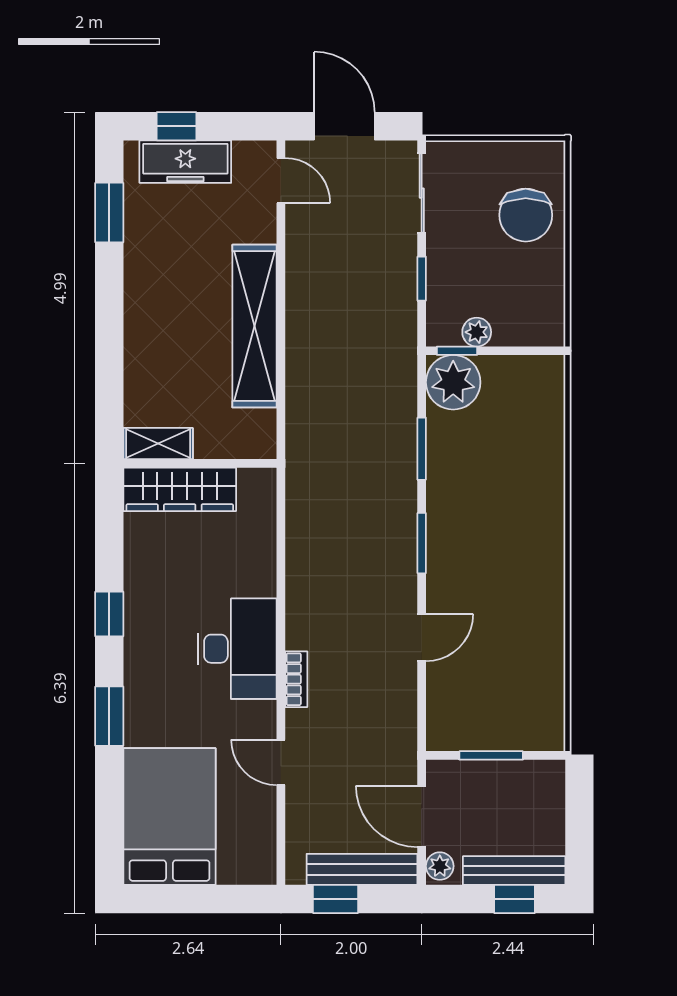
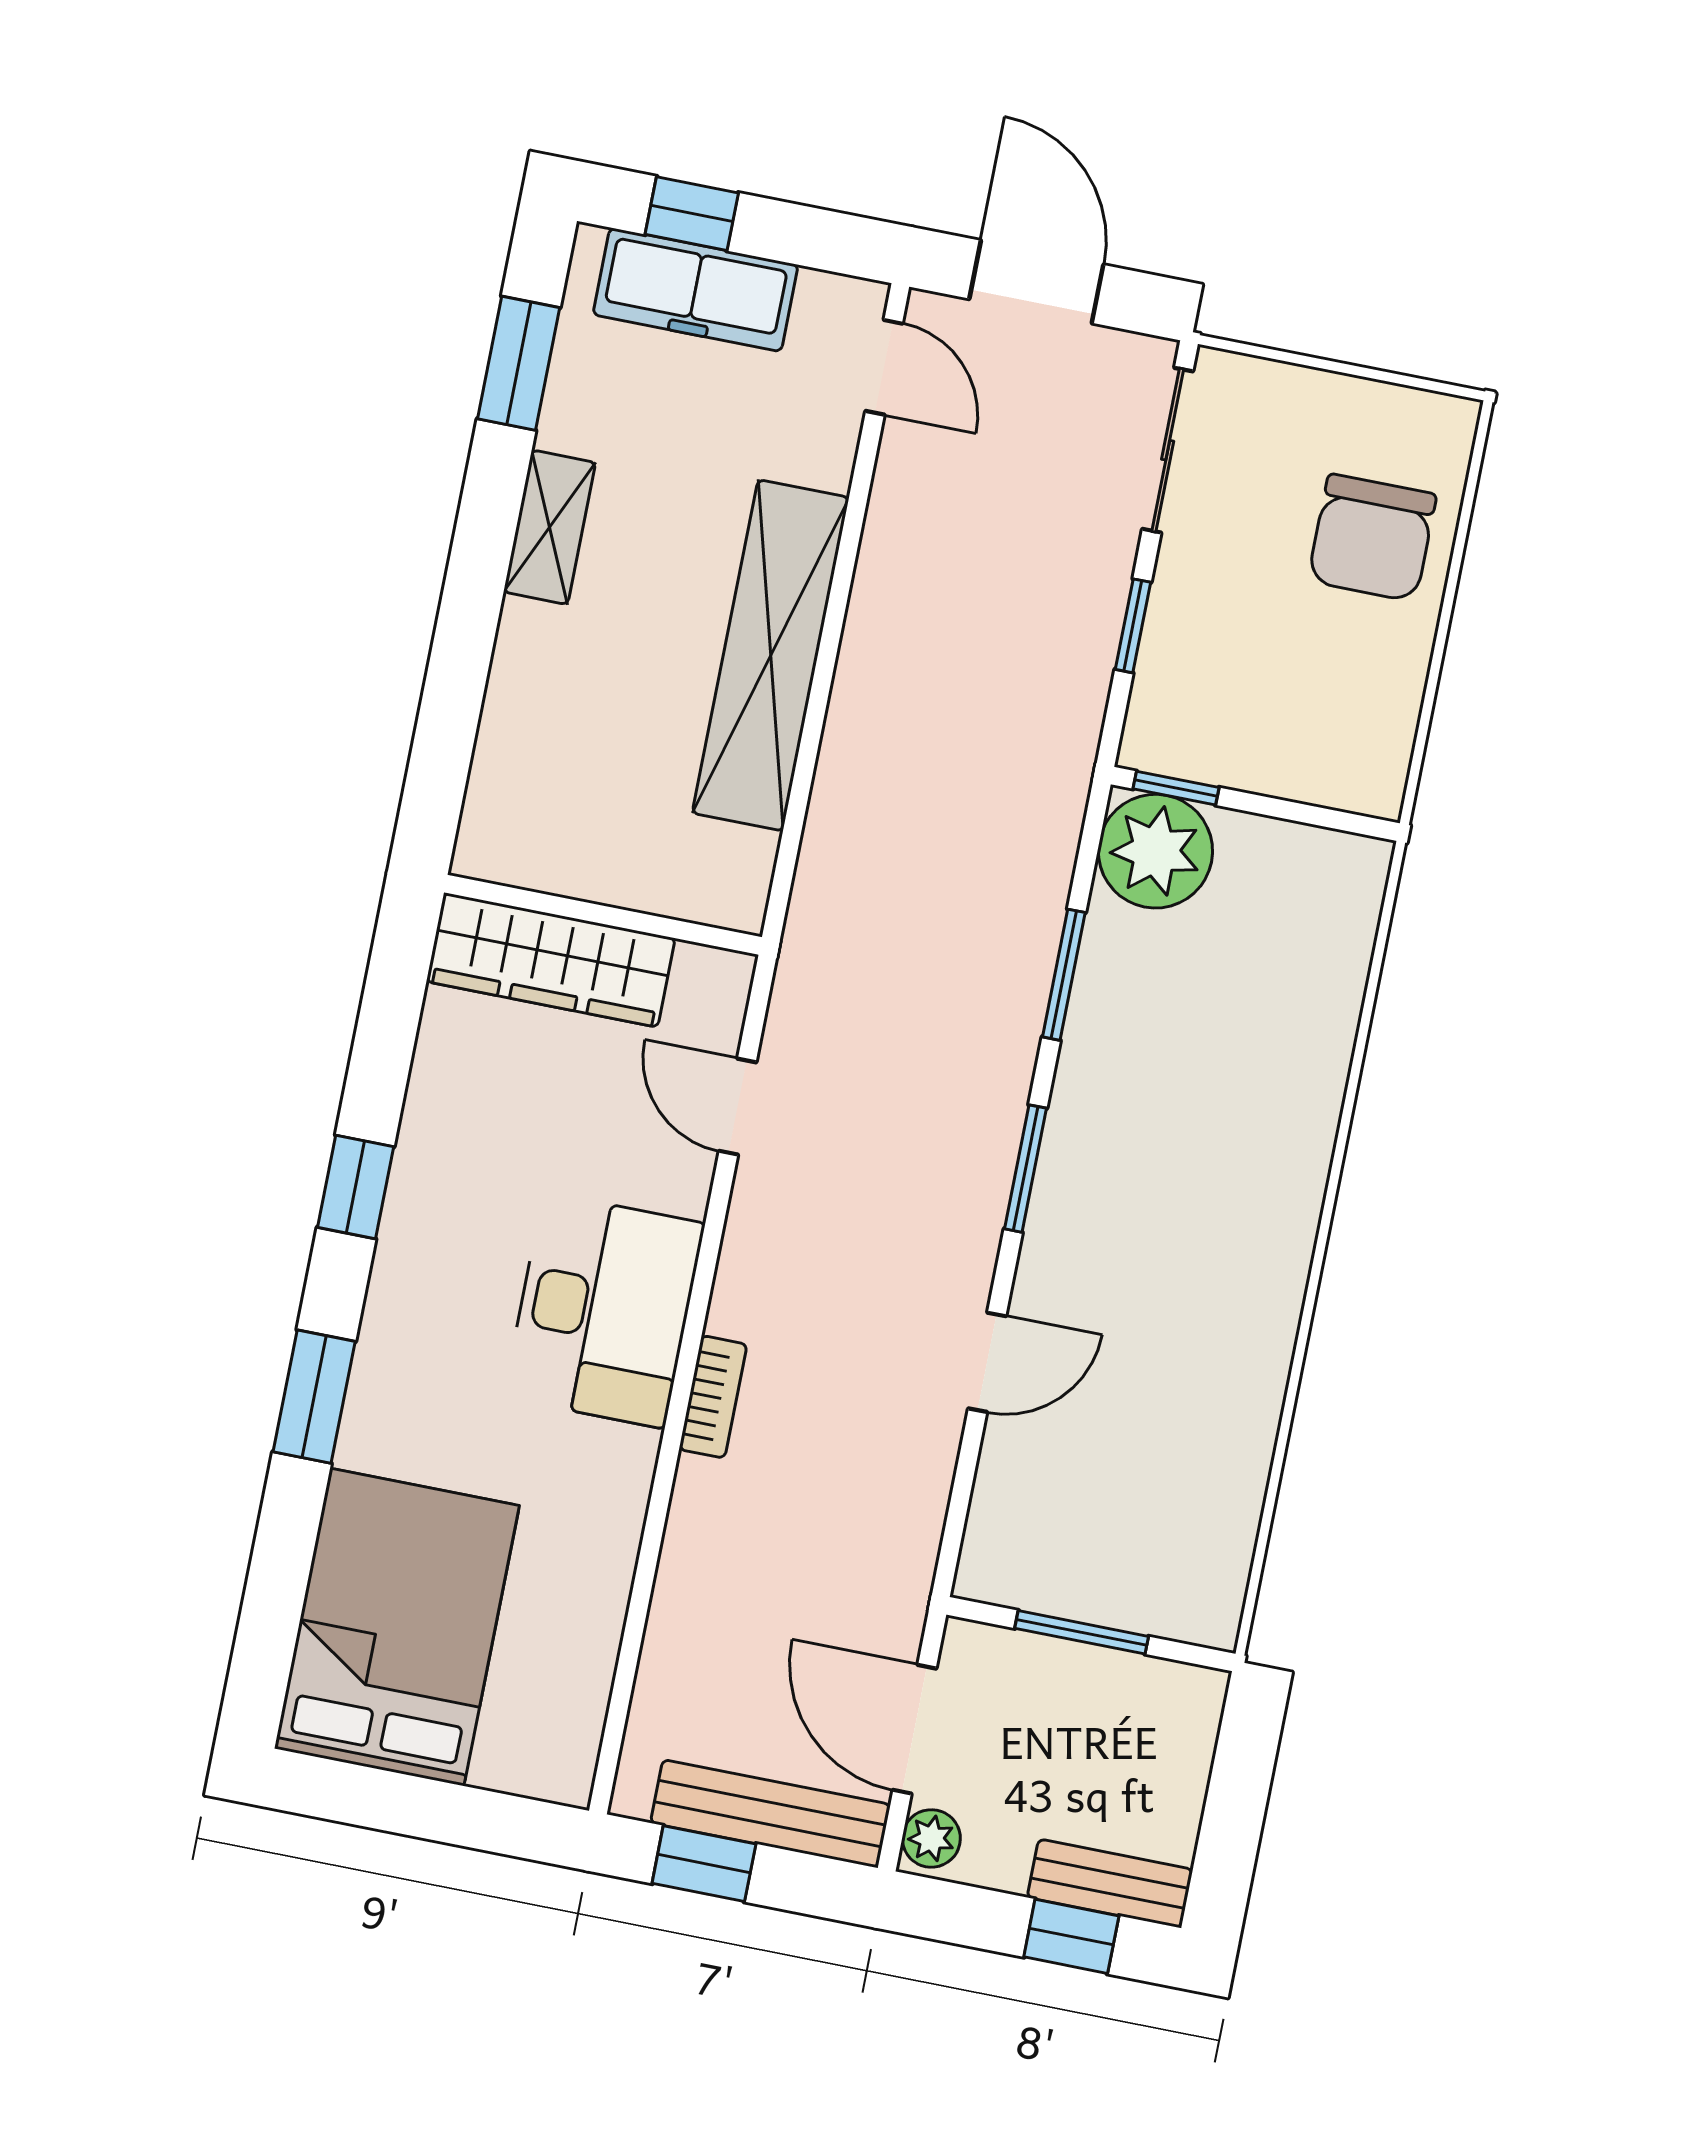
plant: (477, 332) -> (1224, 758), removed
shelving: (158, 444) -> (550, 527), moved, turned 90
door: (281, 762) -> (738, 1107), moved
bench: (514, 871) -> (1110, 1883), width x0.73

